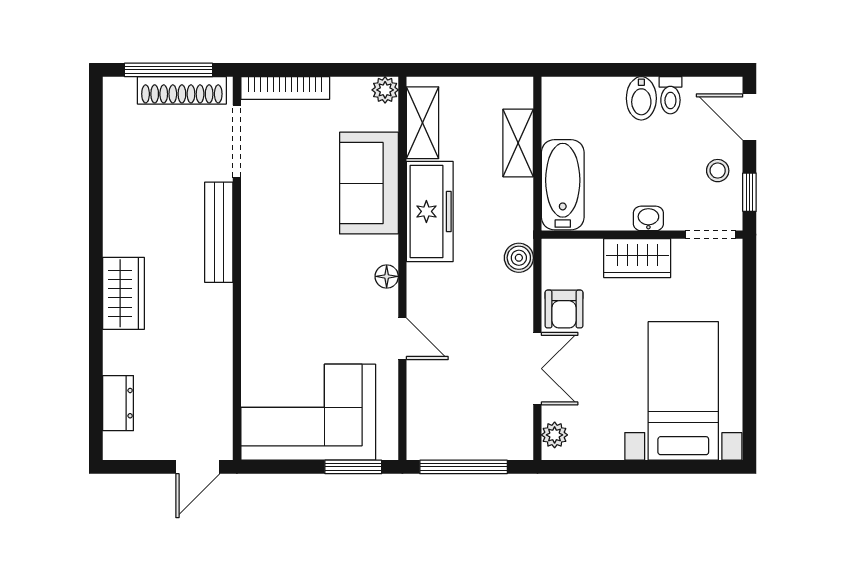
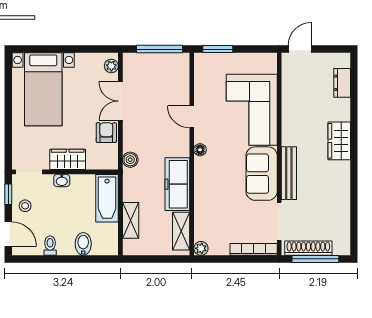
bidet: (641, 98) -> (83, 244), moved
sofa: (369, 183) -> (262, 174), moved, turned 180
corner sofa: (308, 412) -> (252, 110), moved, turned 90

